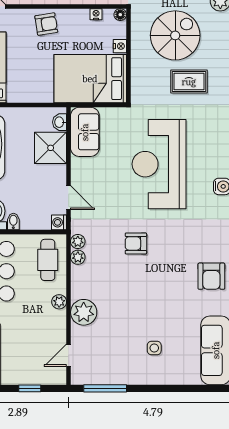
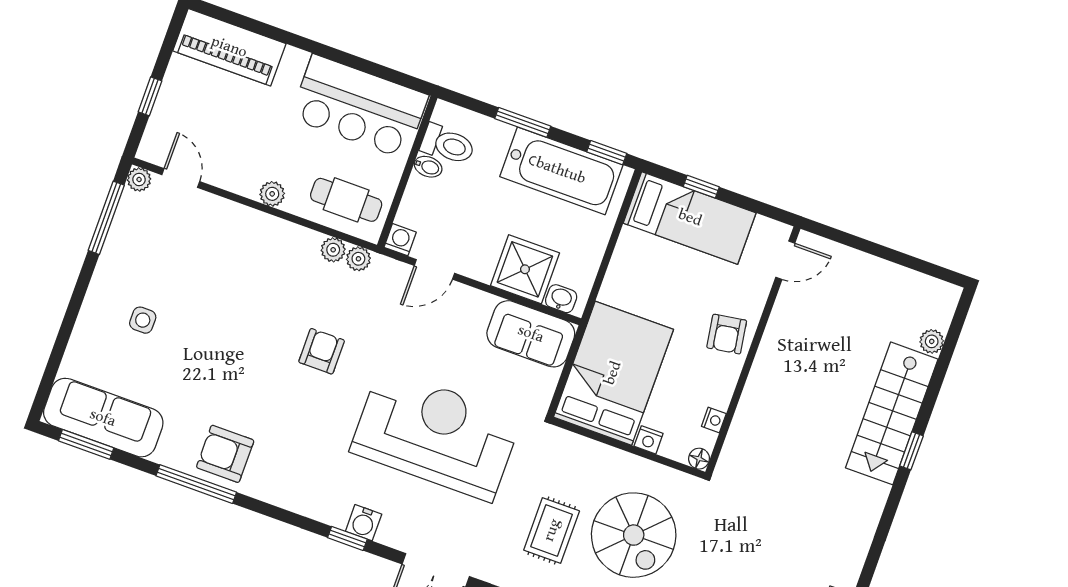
plant: (84, 312) -> (139, 179), moved, width x0.53, depth x0.53

